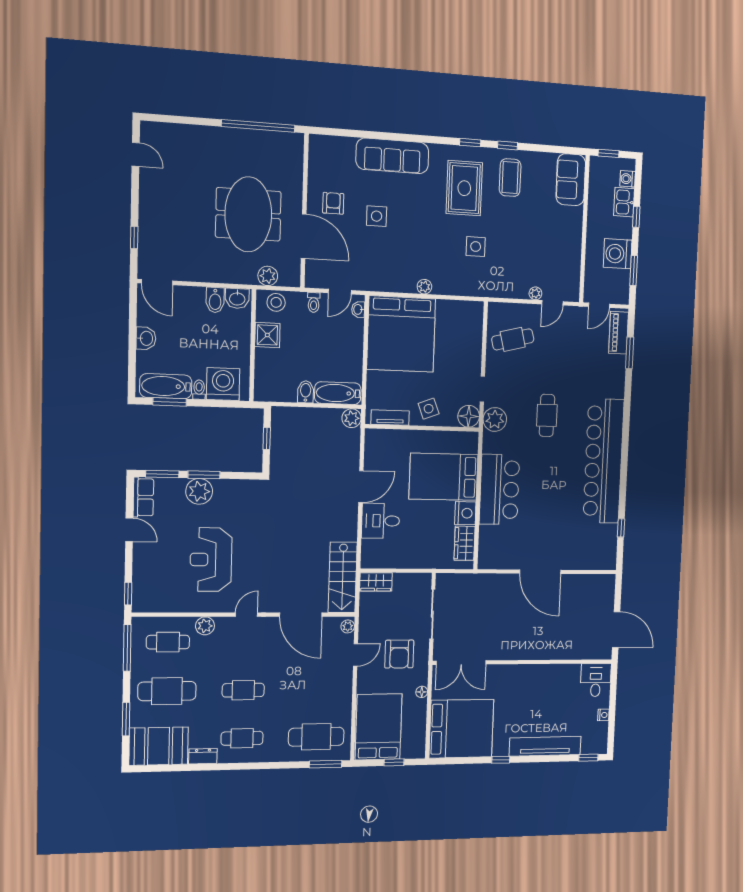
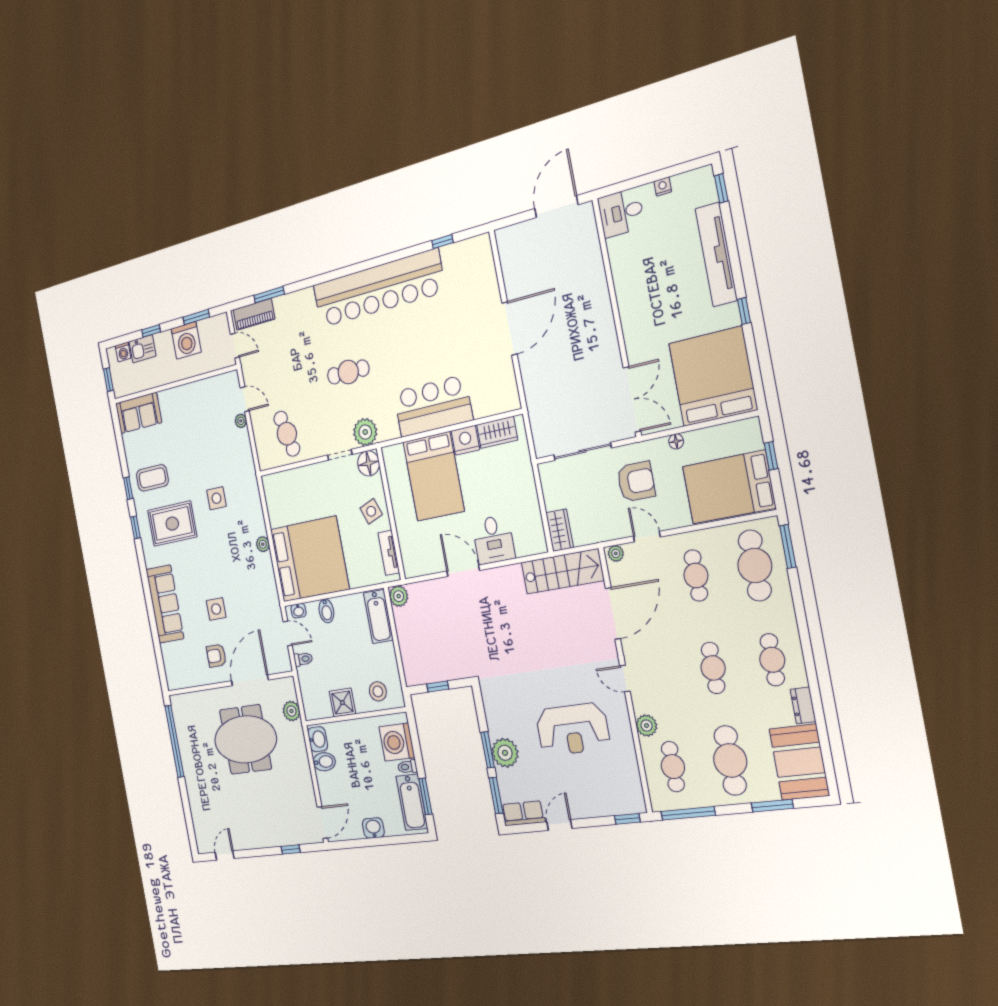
stool: (276, 302) -> (378, 691), moved
bidet: (306, 392) -> (326, 611), moved, turned -90
cafe table: (318, 689) -> (696, 576), added

